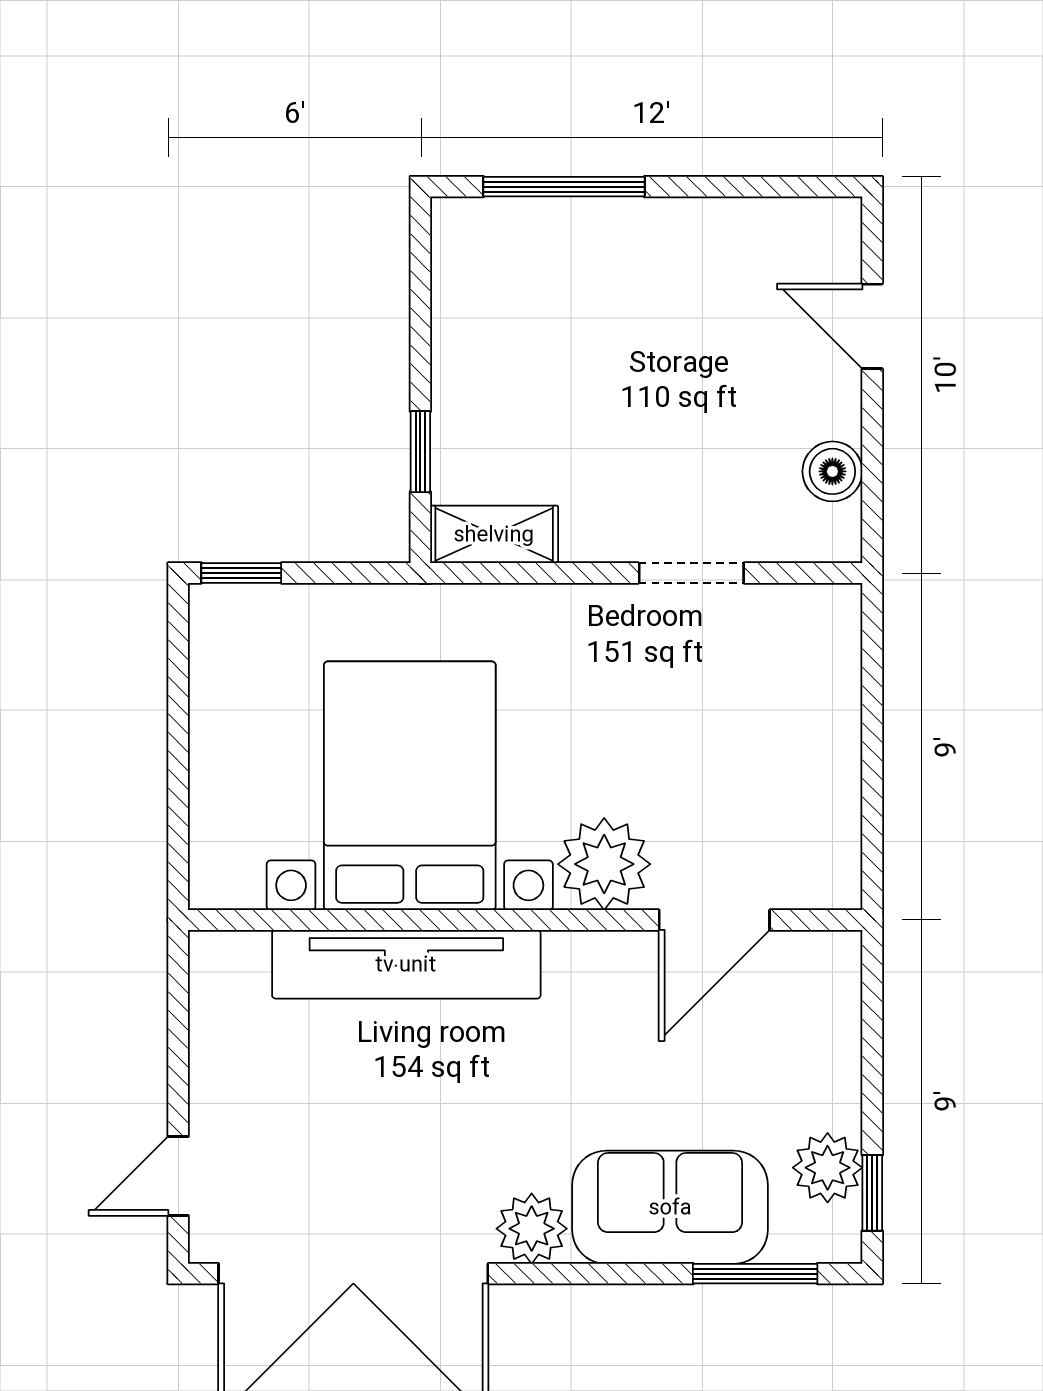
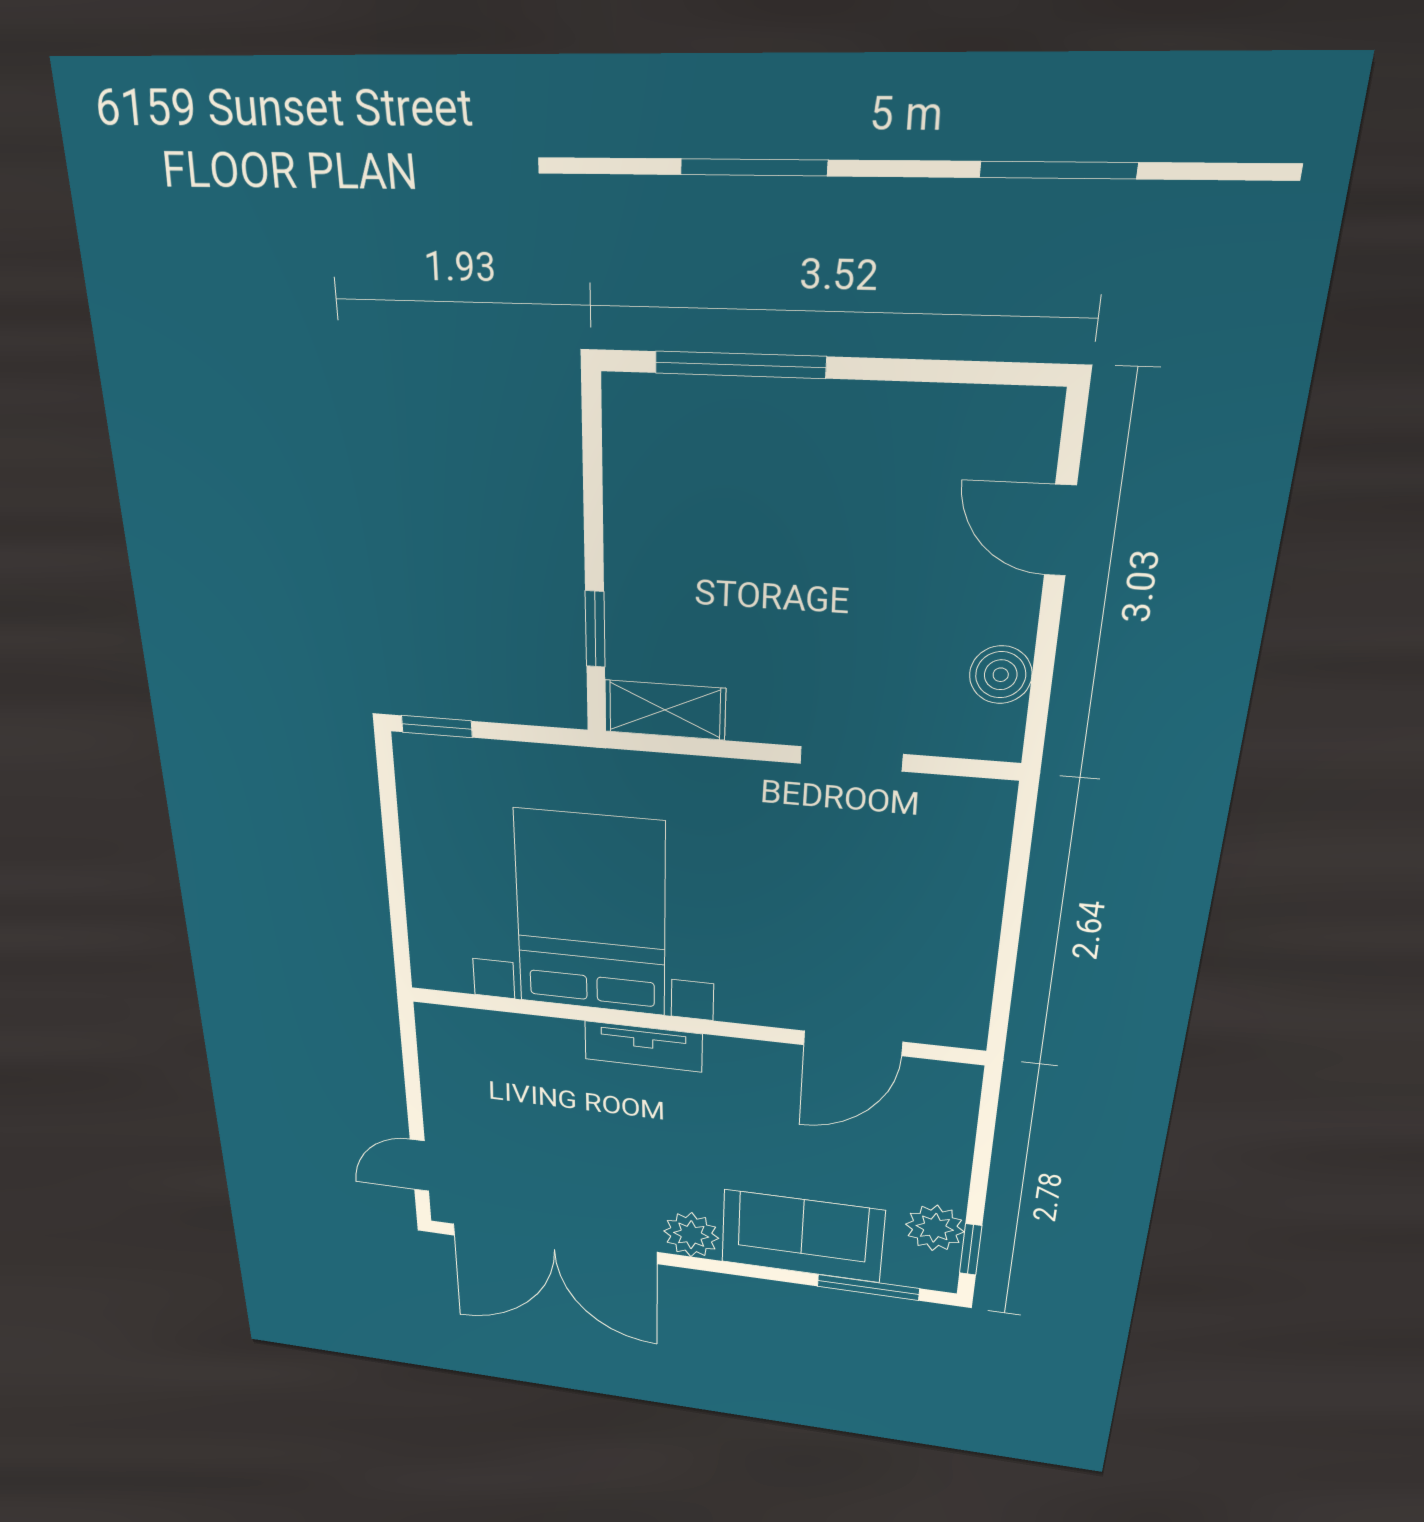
plant: (604, 864) -> (758, 991), removed
tv unit: (406, 964) -> (643, 1046), width x0.52, depth x0.78

